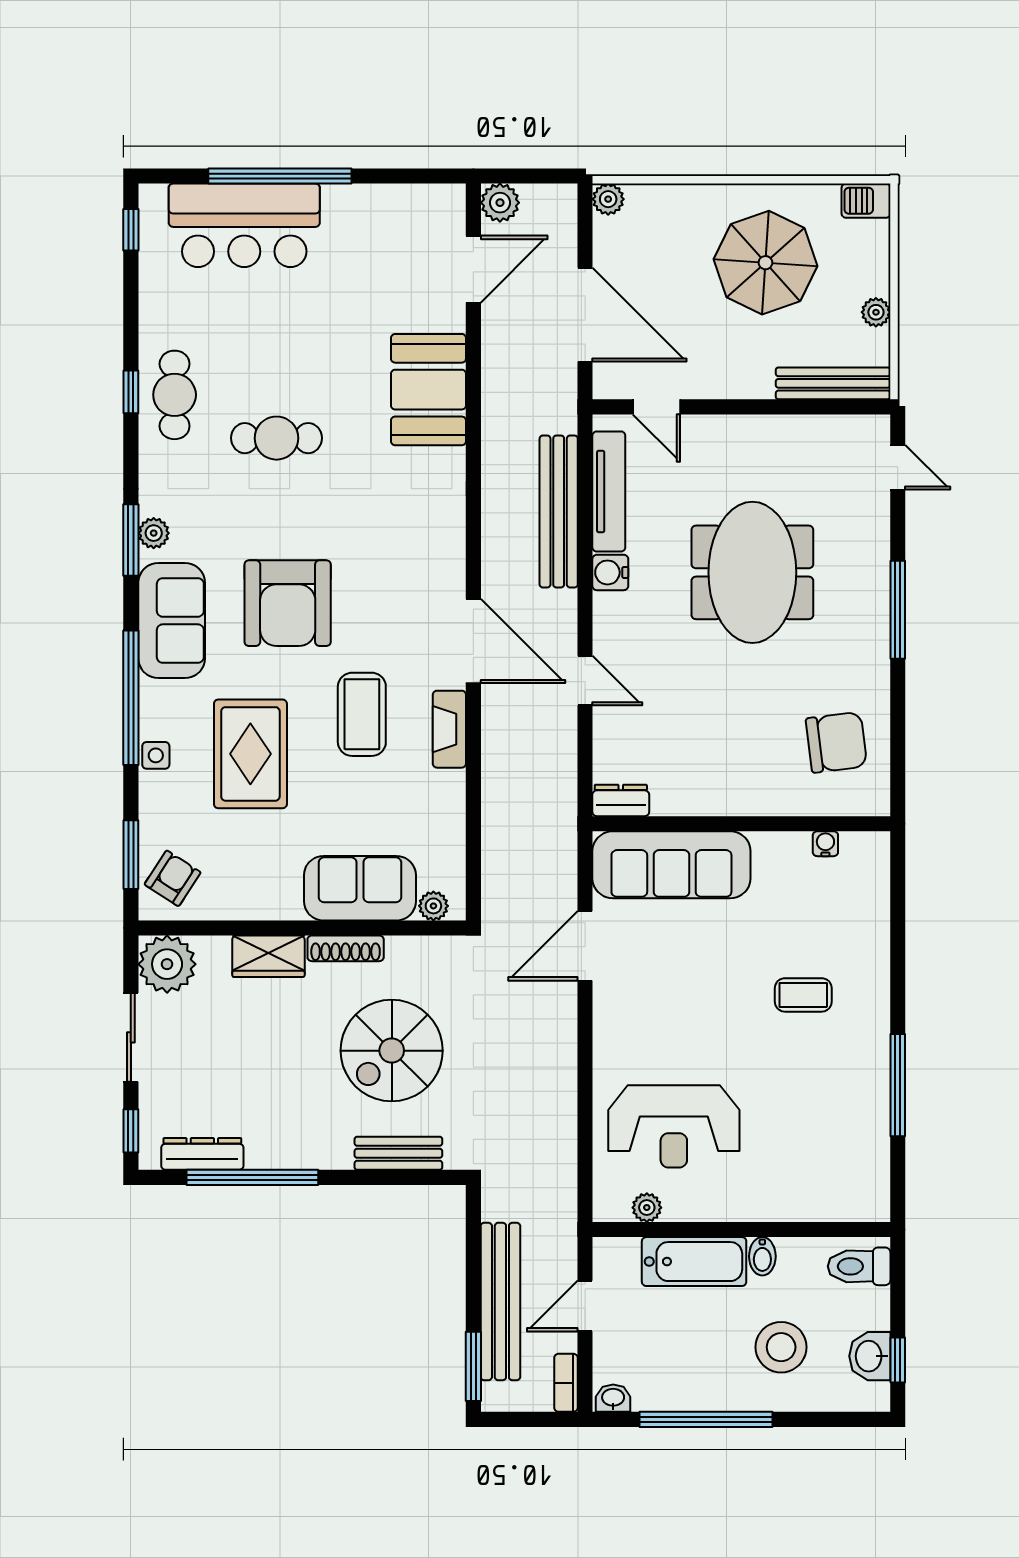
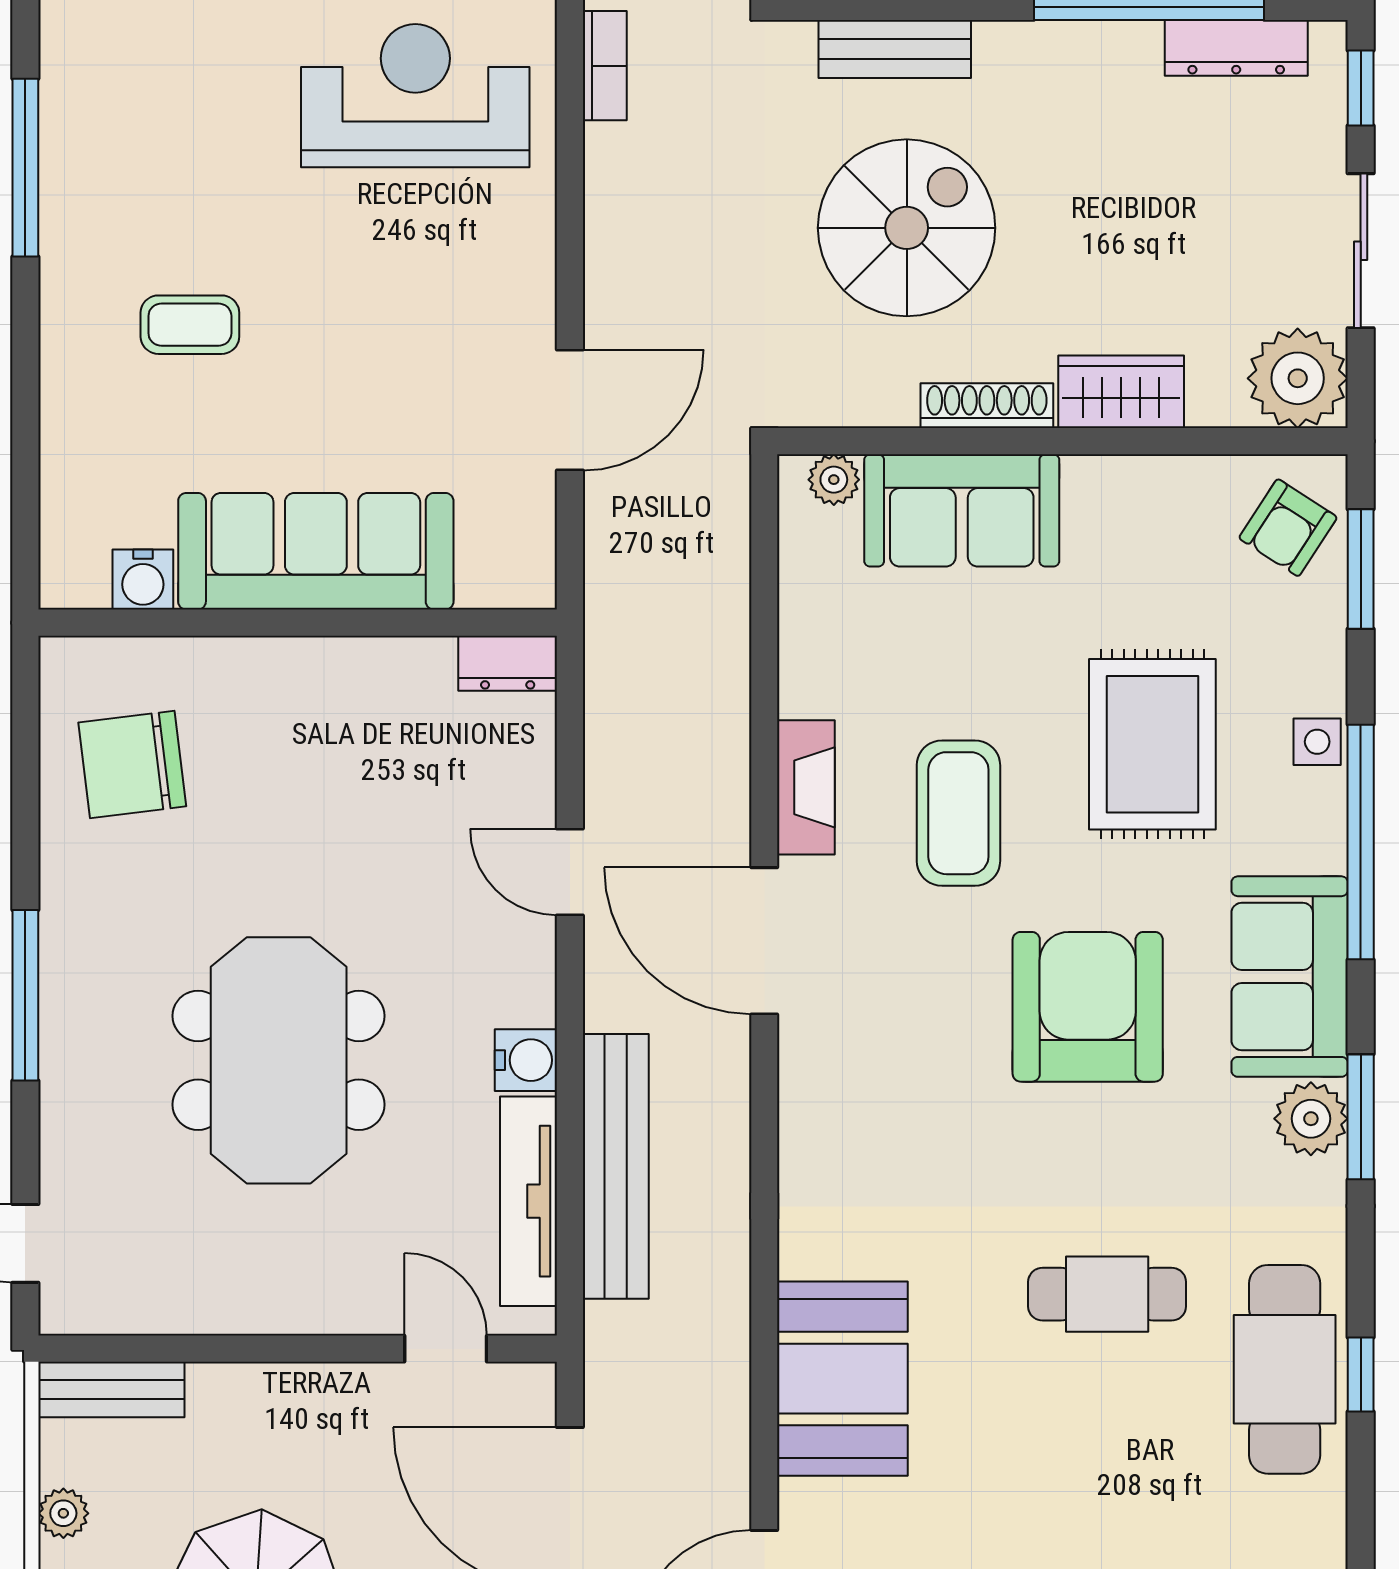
bench: (833, 383) -> (111, 1389), width x0.73
cafe table: (175, 395) -> (1285, 1369), width x1.37, depth x1.35
plant: (154, 533) -> (1311, 1119), width x1.38, depth x1.38
water cooler: (825, 844) -> (143, 580), width x1.38, depth x1.38
sofa: (671, 865) -> (316, 551), moved
bookcase: (565, 1144) -> (605, 66), added

